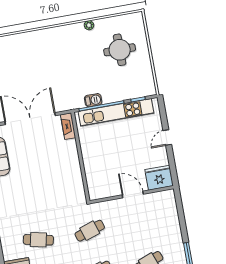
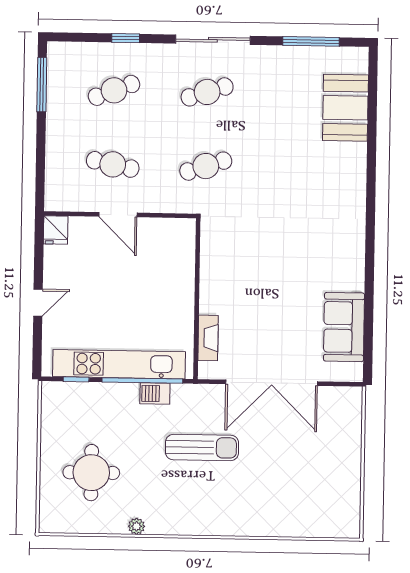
sun lounger: (61, 76) -> (202, 447), added
fireplace: (68, 126) -> (208, 338), moved
fridge: (159, 178) -> (56, 230), width x0.53, depth x0.75
cafe table: (38, 240) -> (113, 164), moved

